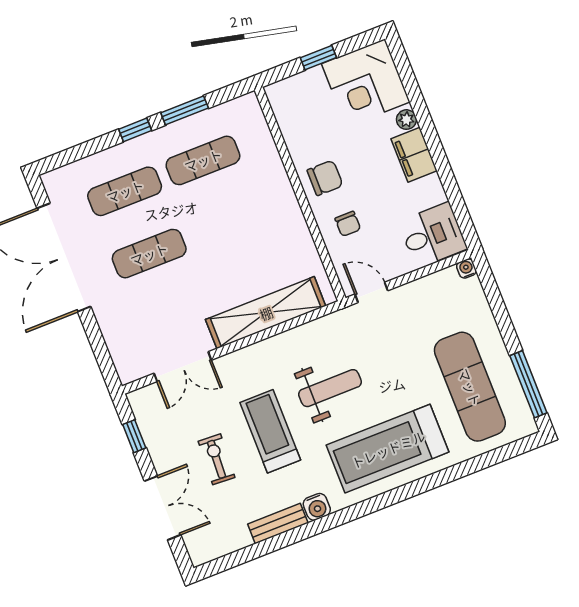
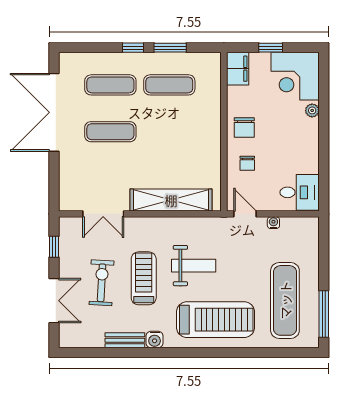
filing cabinet: (414, 155) -> (238, 69), moved, turned 180
chair: (325, 178) -> (244, 127), turned 90
water cooler: (466, 268) -> (273, 223), moved
treadmill: (388, 449) -> (216, 320), turned 180
exercise bike: (217, 459) -> (102, 283), width x1.38, depth x1.39

